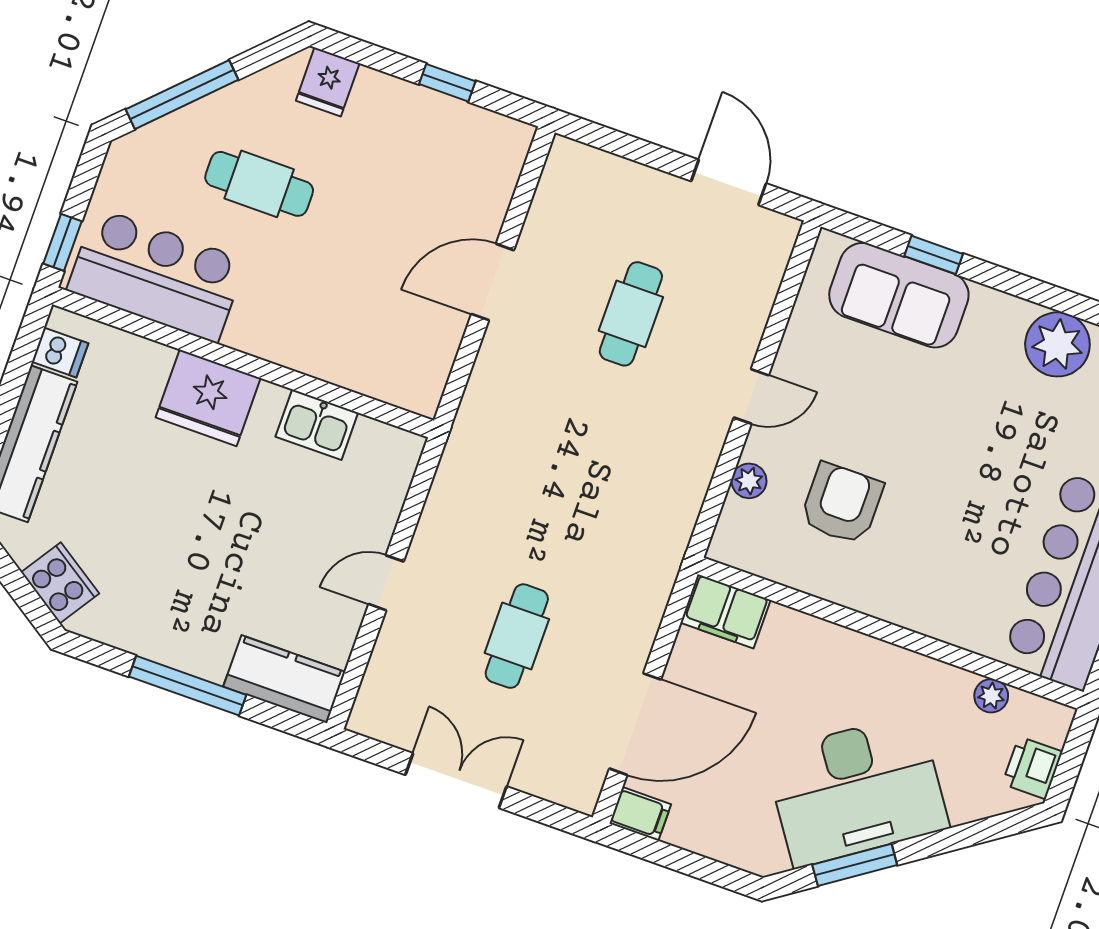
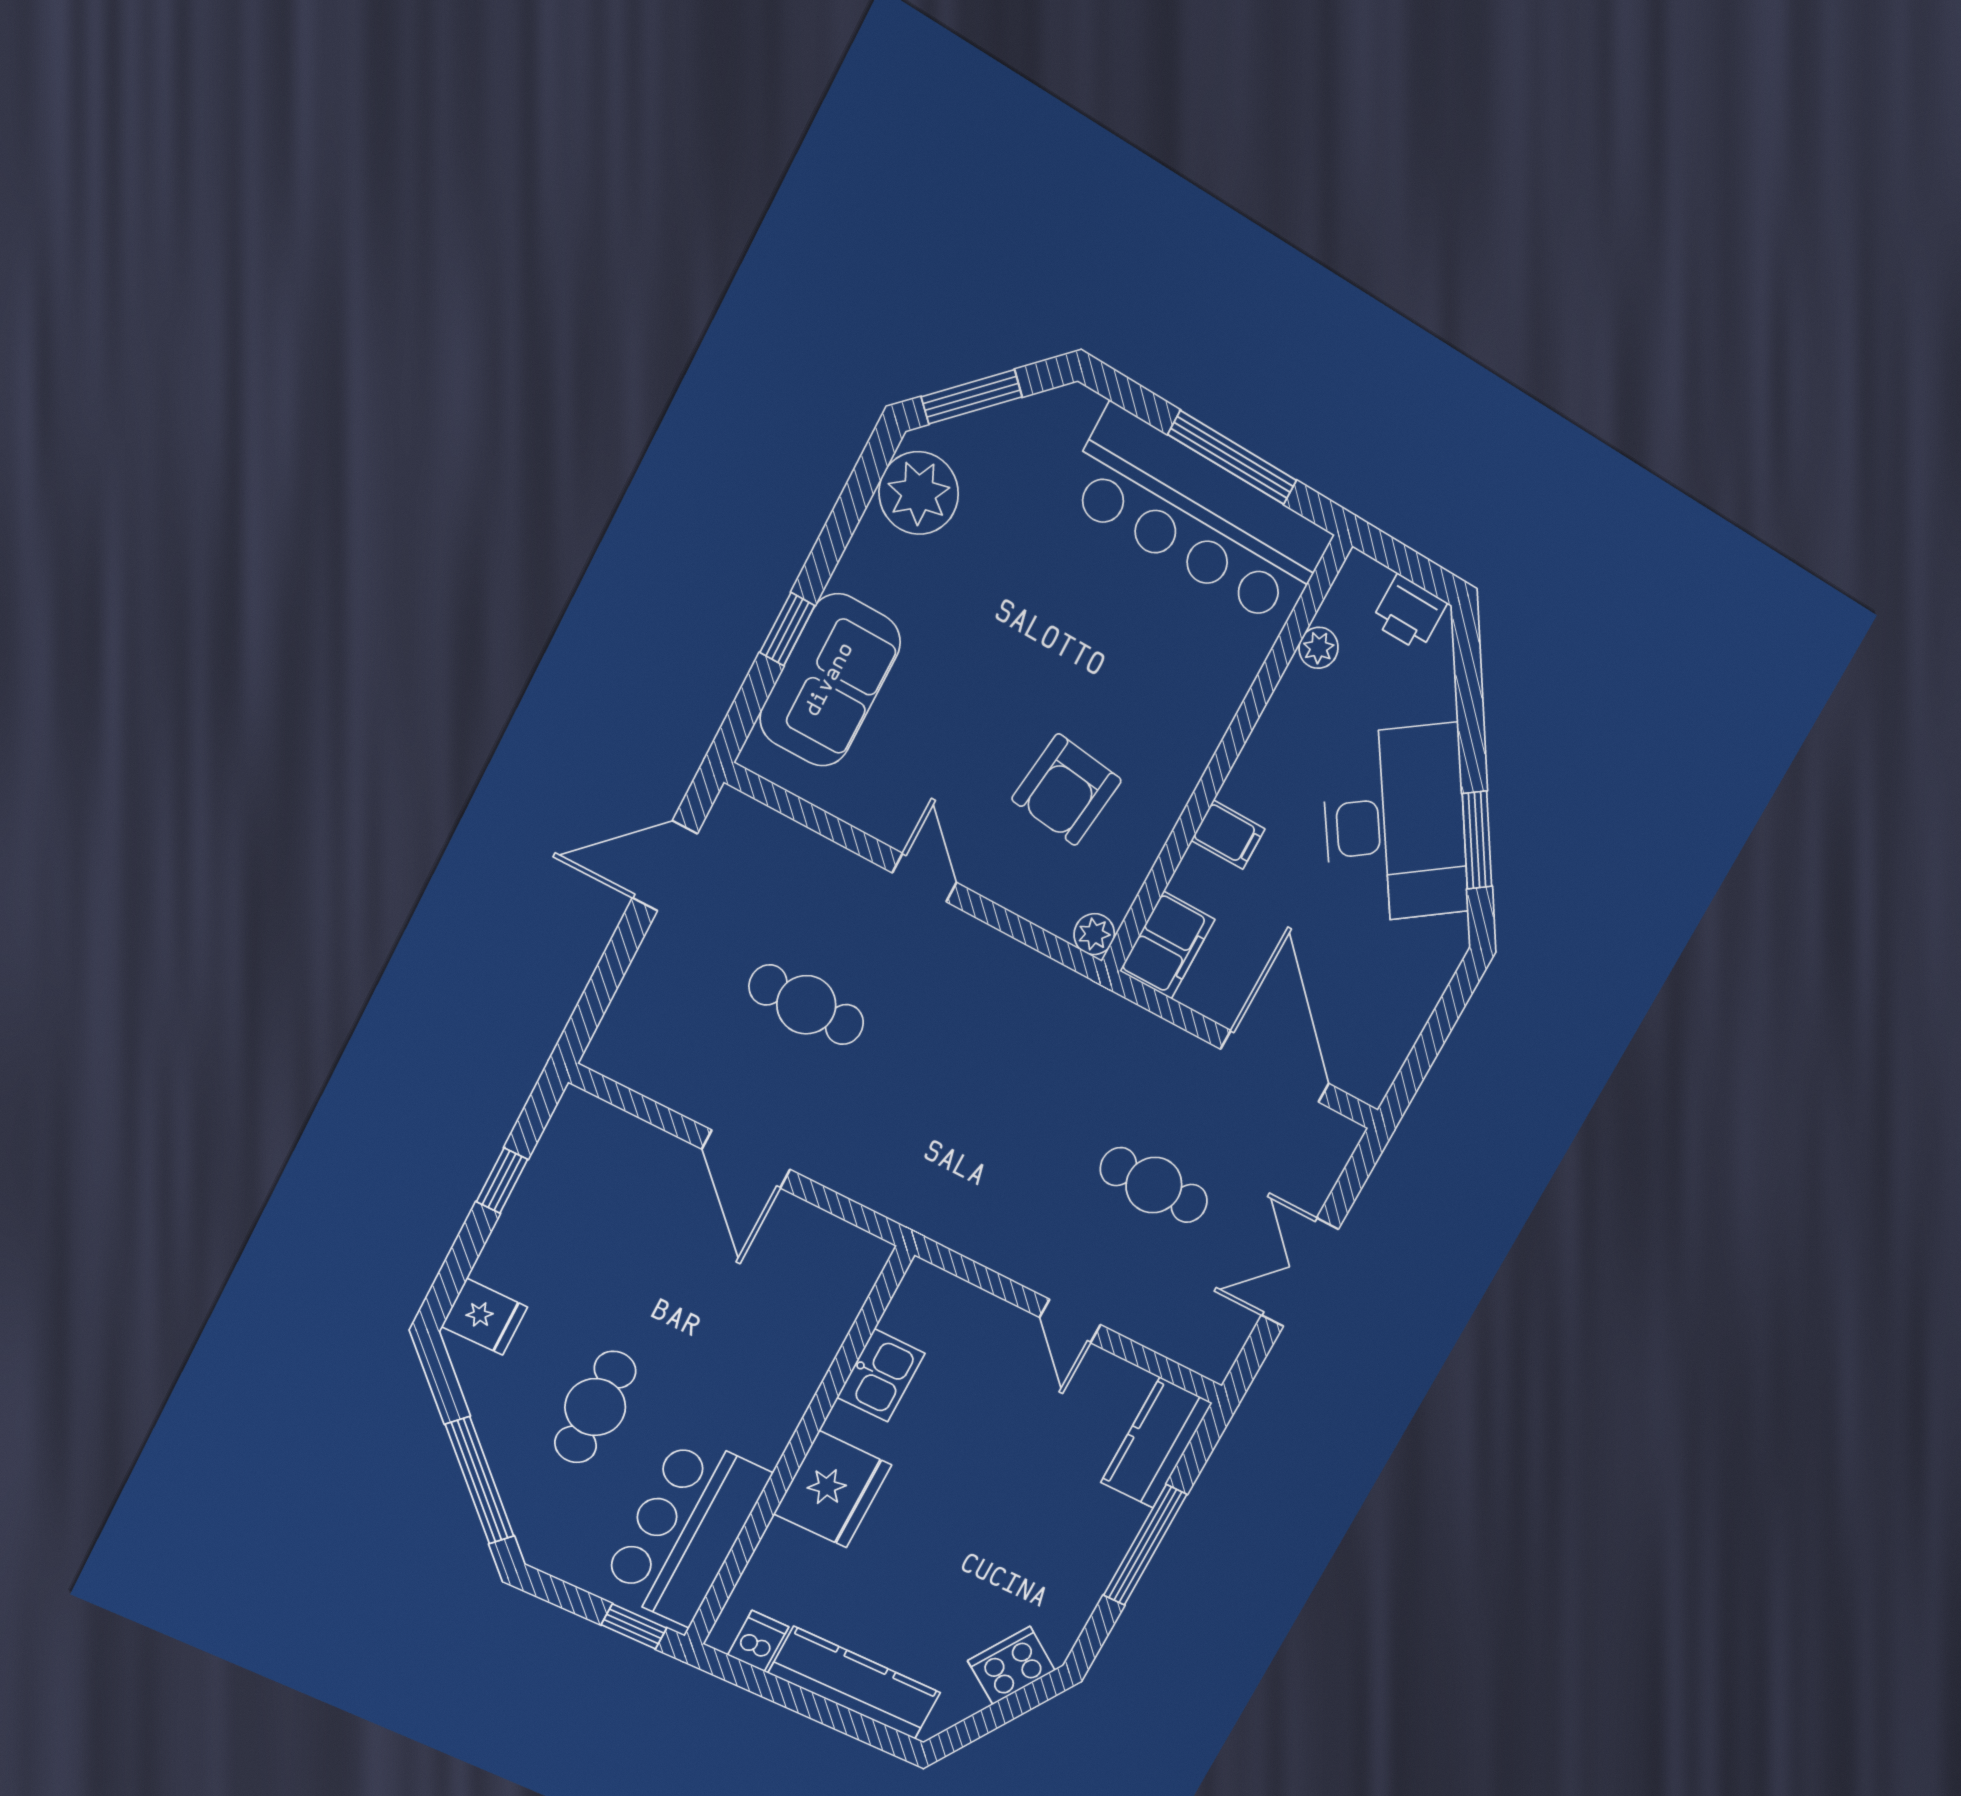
plant: (749, 481) -> (1094, 934), moved
armchair: (842, 504) -> (1067, 790), turned -83
filing cabinet: (640, 814) -> (1228, 835), moved, turned 90

